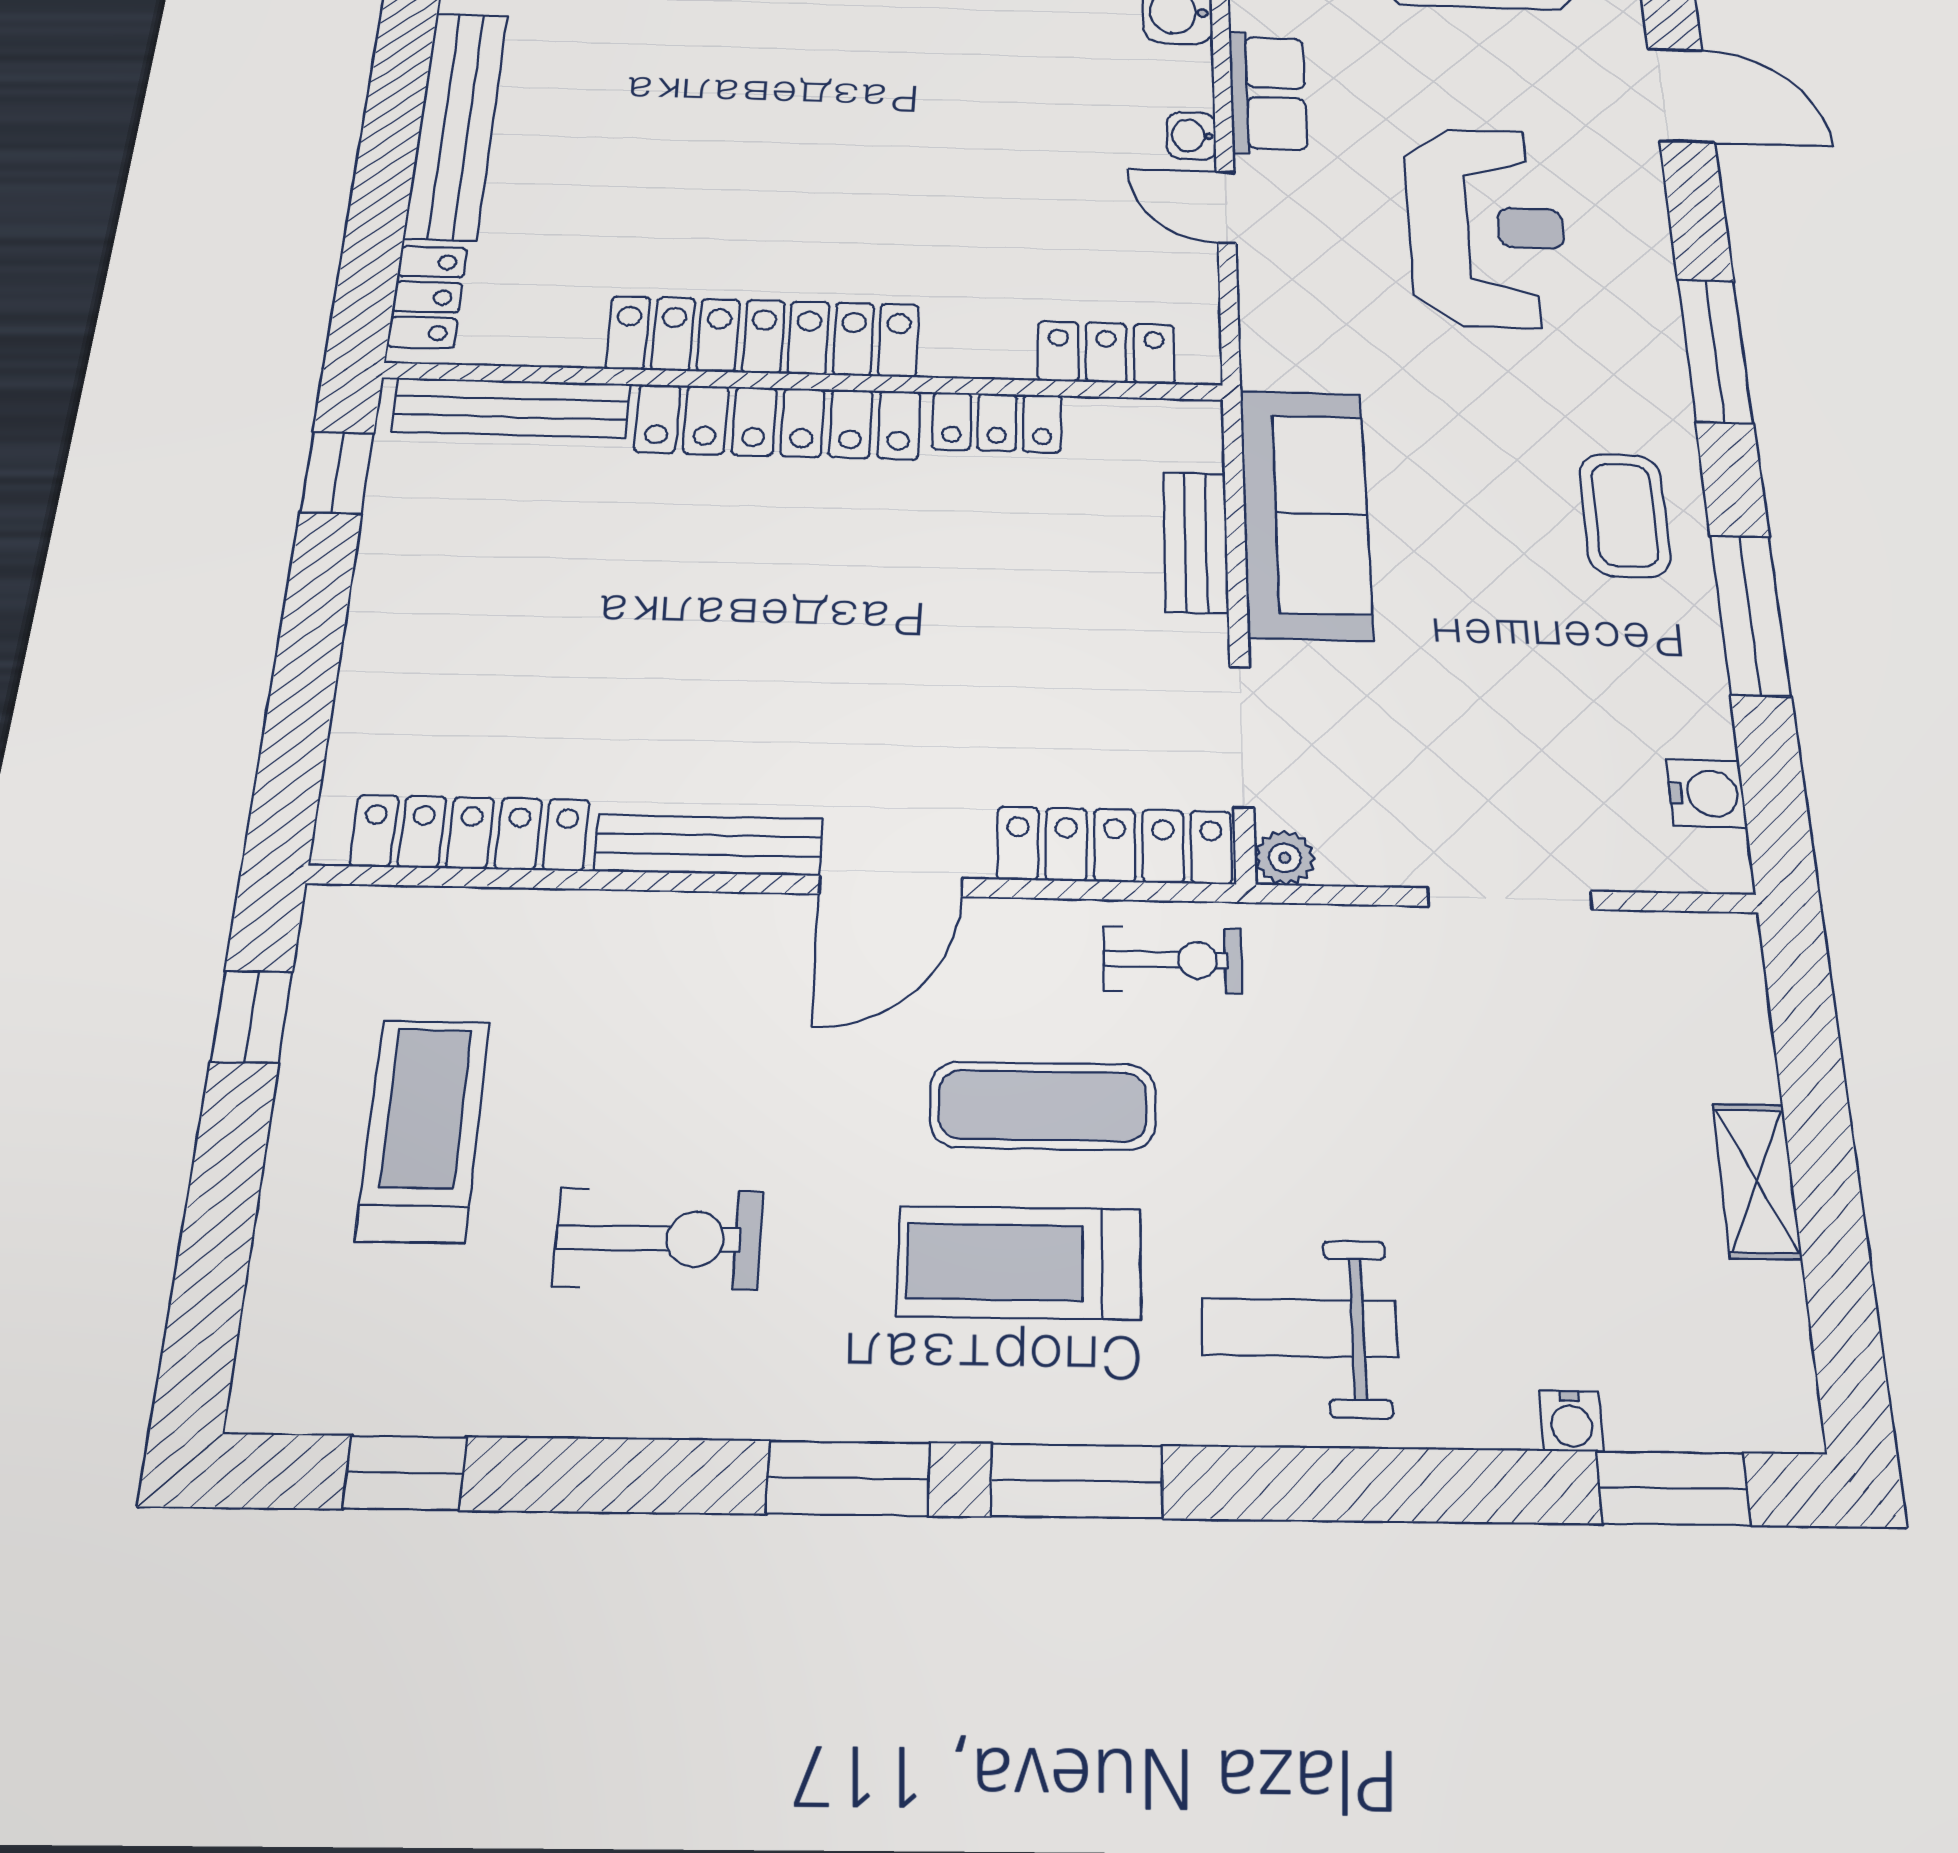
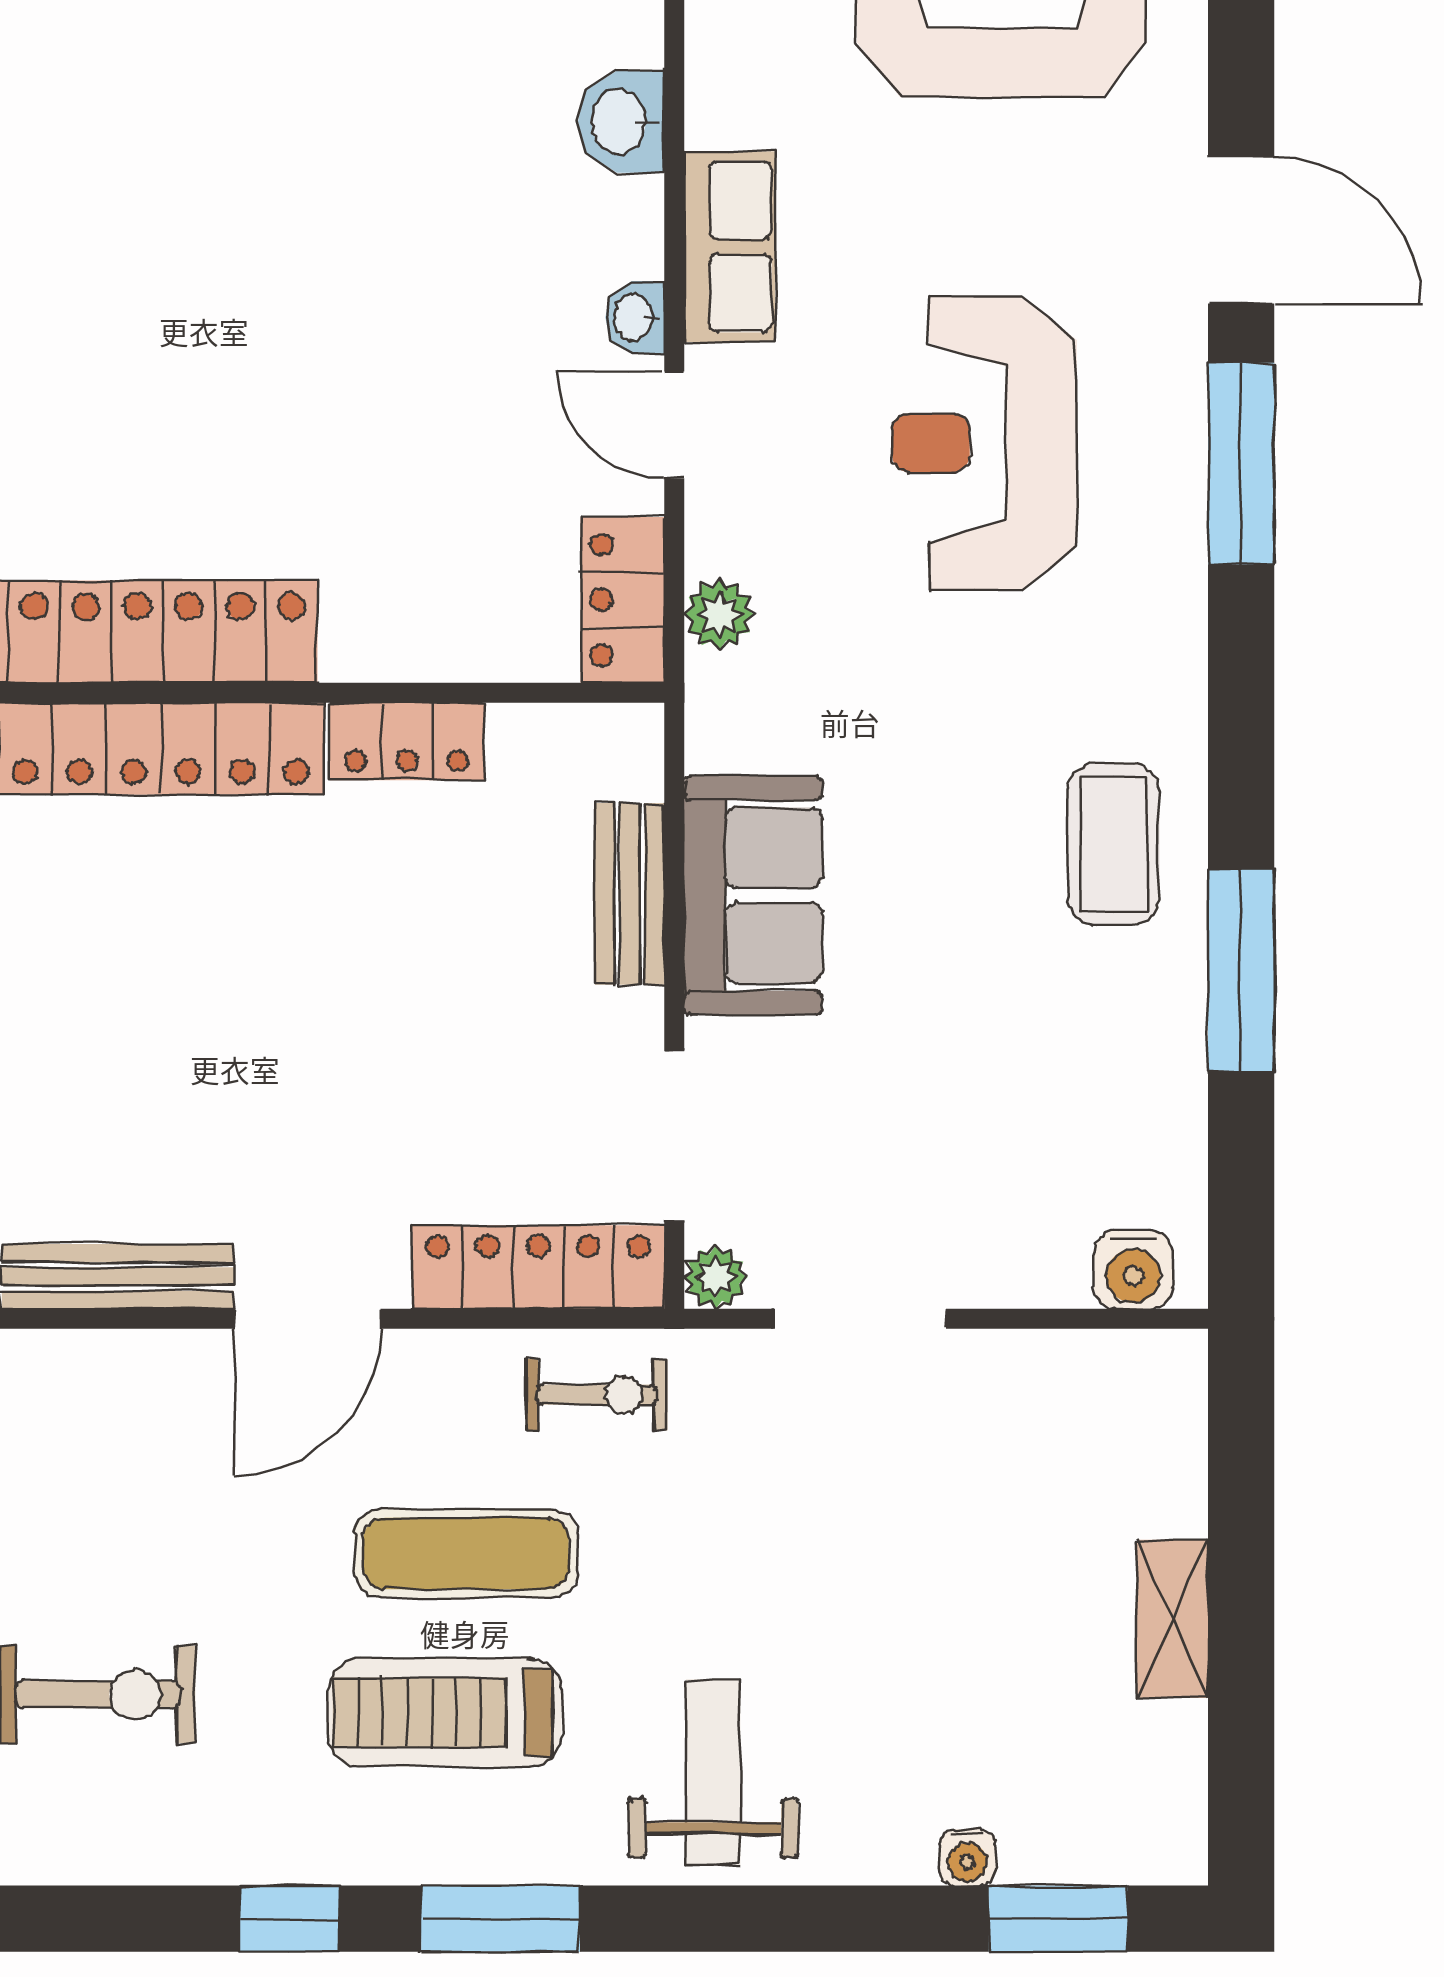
reception desk: (1486, 227) -> (984, 443), turned 180
plant: (1269, 338) -> (719, 615), added
window: (1715, 351) -> (1241, 464), moved
locker: (1106, 353) -> (622, 600), moved, turned -90
sofa: (1305, 513) -> (753, 895), width x0.73
water cooler: (1707, 793) -> (1133, 1269), moved, turned 90
doorway: (1510, 899) -> (860, 1319), moved
weight bench: (1300, 1328) -> (713, 1772), turned 90
window: (848, 1478) -> (289, 1919), width x0.67

